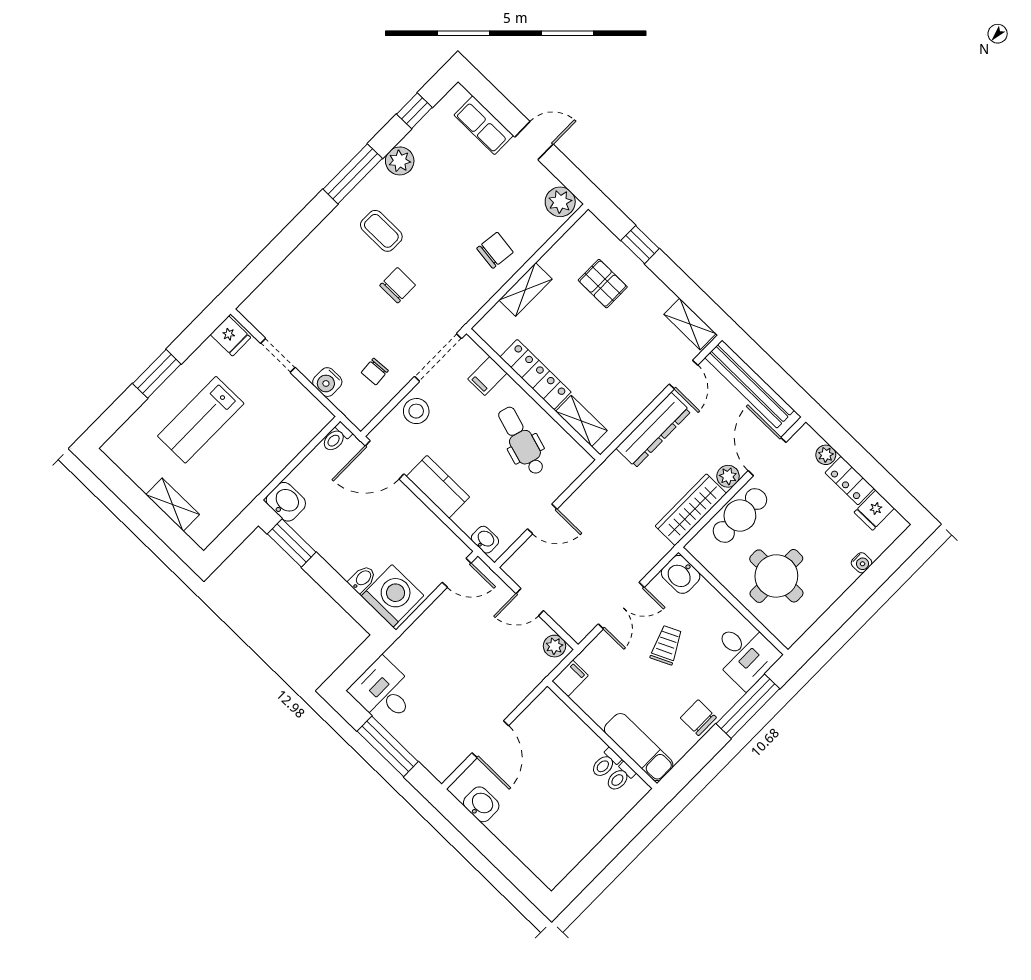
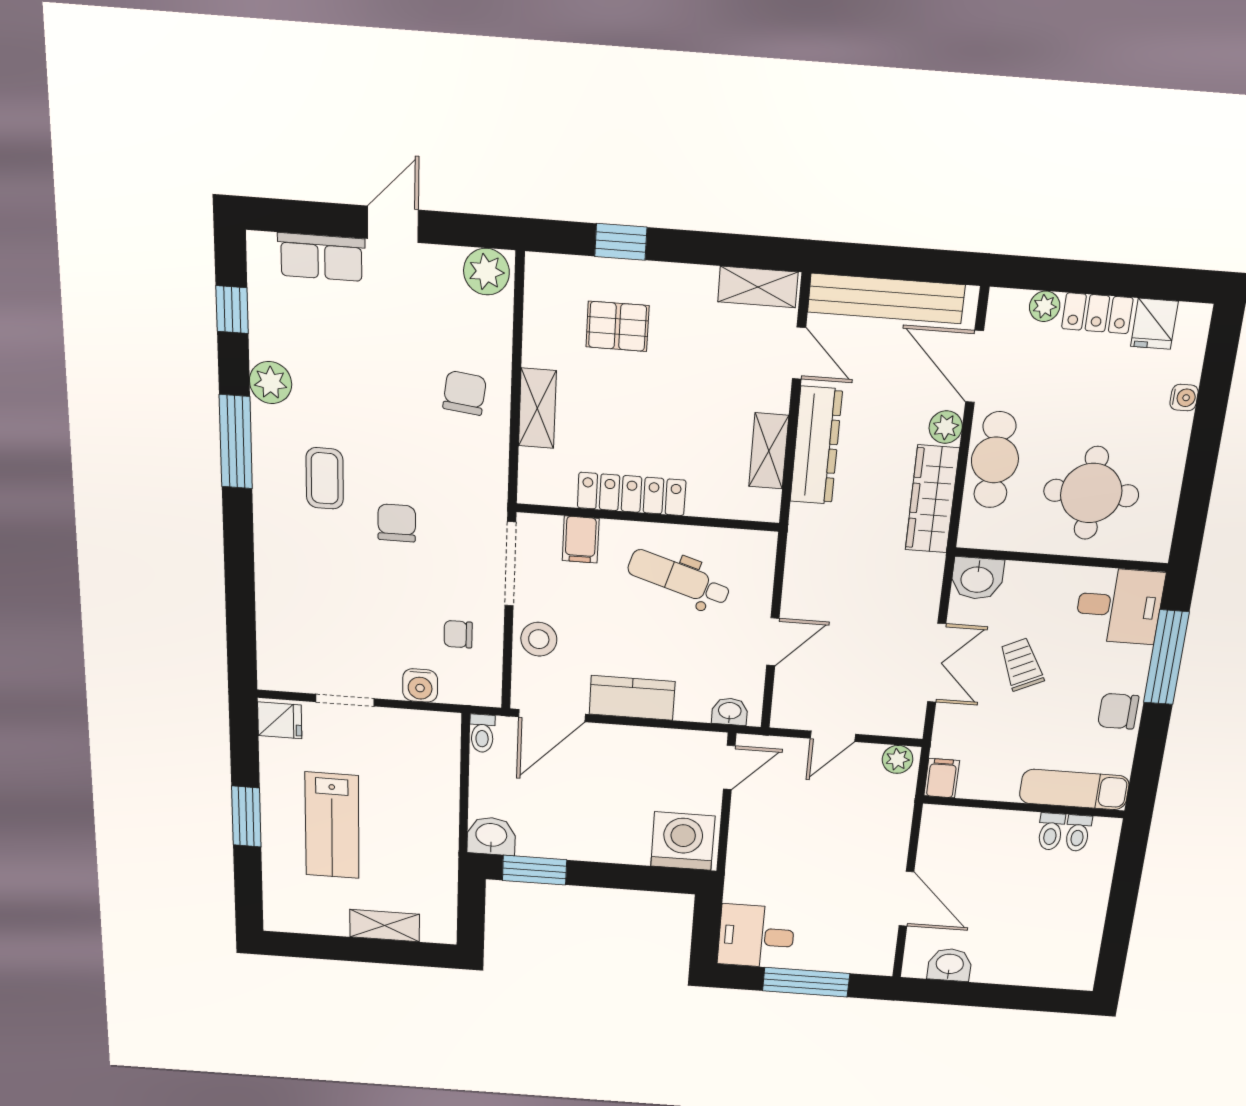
coffee table: (381, 231) -> (325, 478), turned 90
chair: (375, 372) -> (458, 634), turned 94
shelving: (581, 421) -> (769, 451), moved, turned 90
bidet: (362, 579) -> (637, 849), removed

